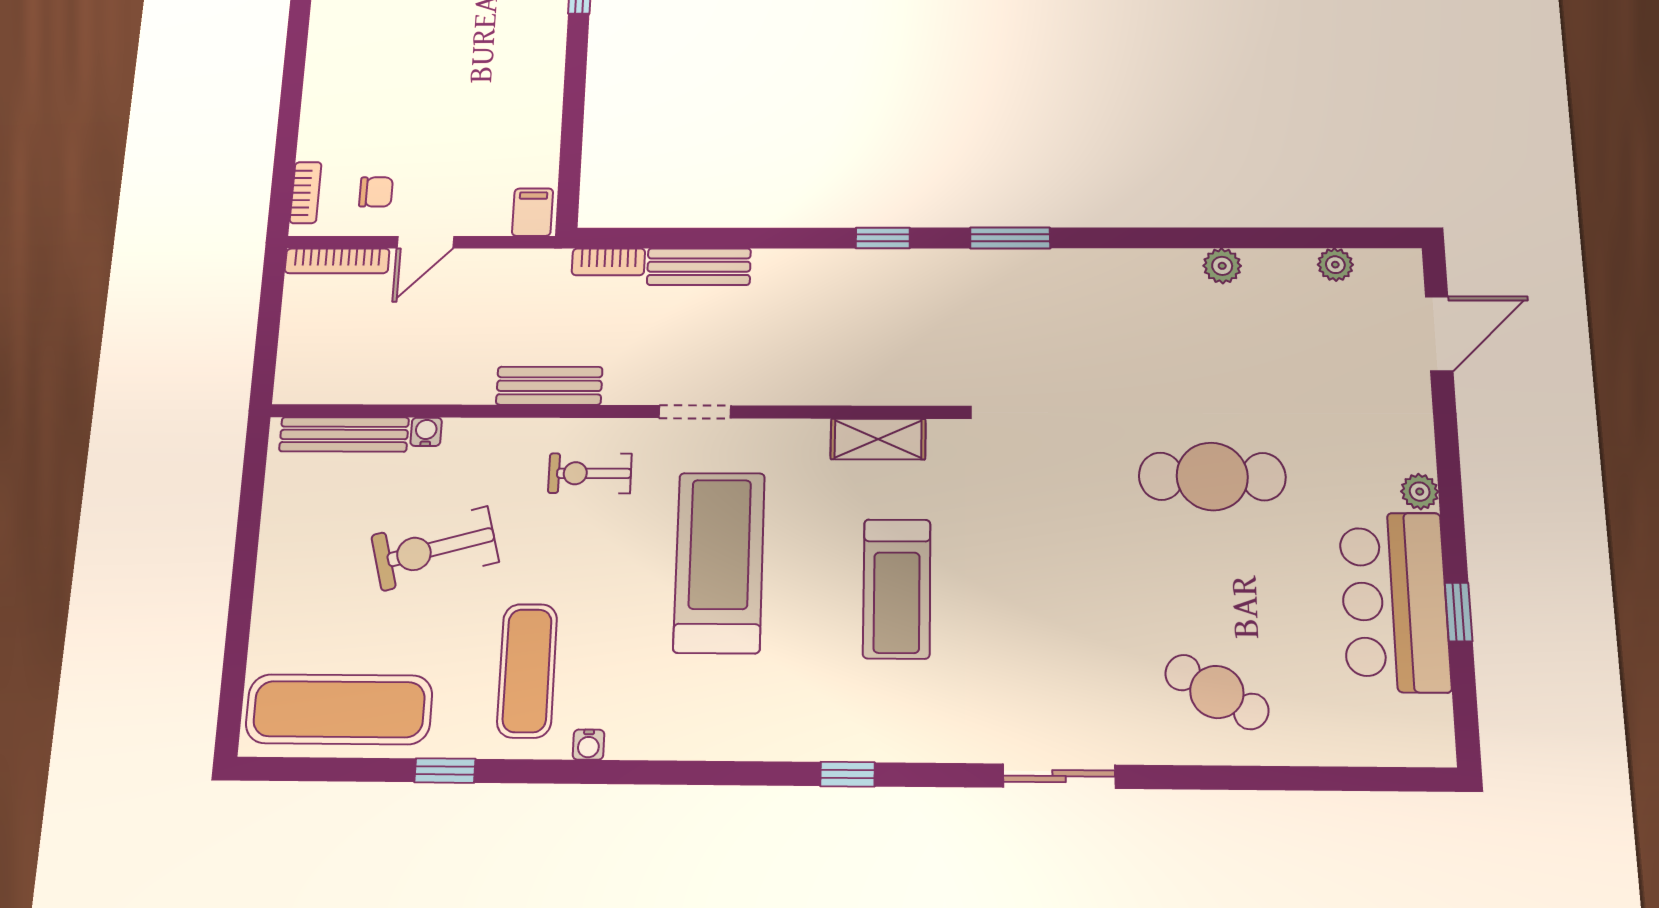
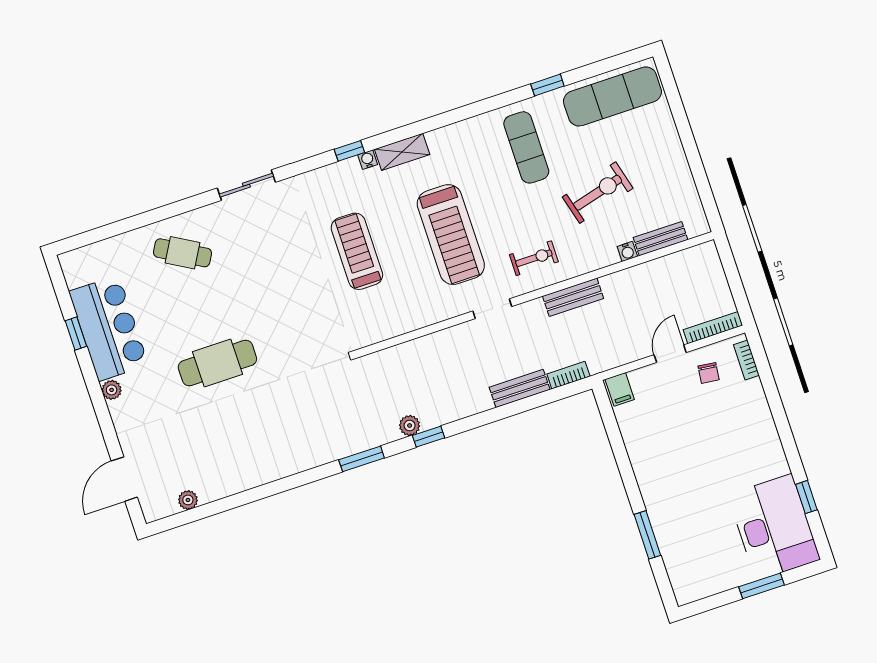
chair: (376, 192) -> (709, 373), turned -83
plant: (1222, 266) -> (410, 425), moved
bench: (344, 434) -> (661, 239), width x0.73
shelving: (878, 439) -> (402, 152), moved
water cooler: (588, 745) -> (368, 160), moved

